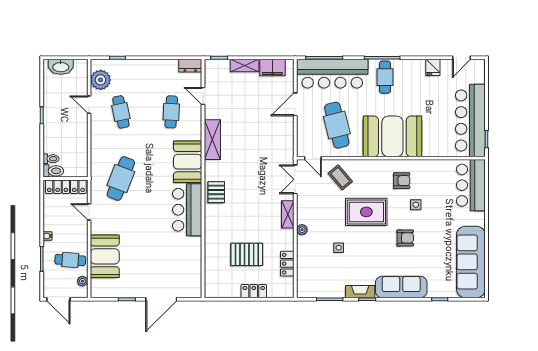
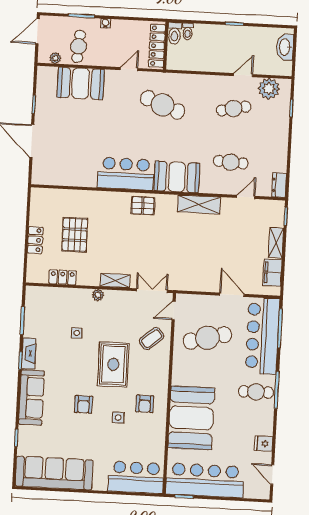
booth: (392, 136) -> (191, 418), moved

